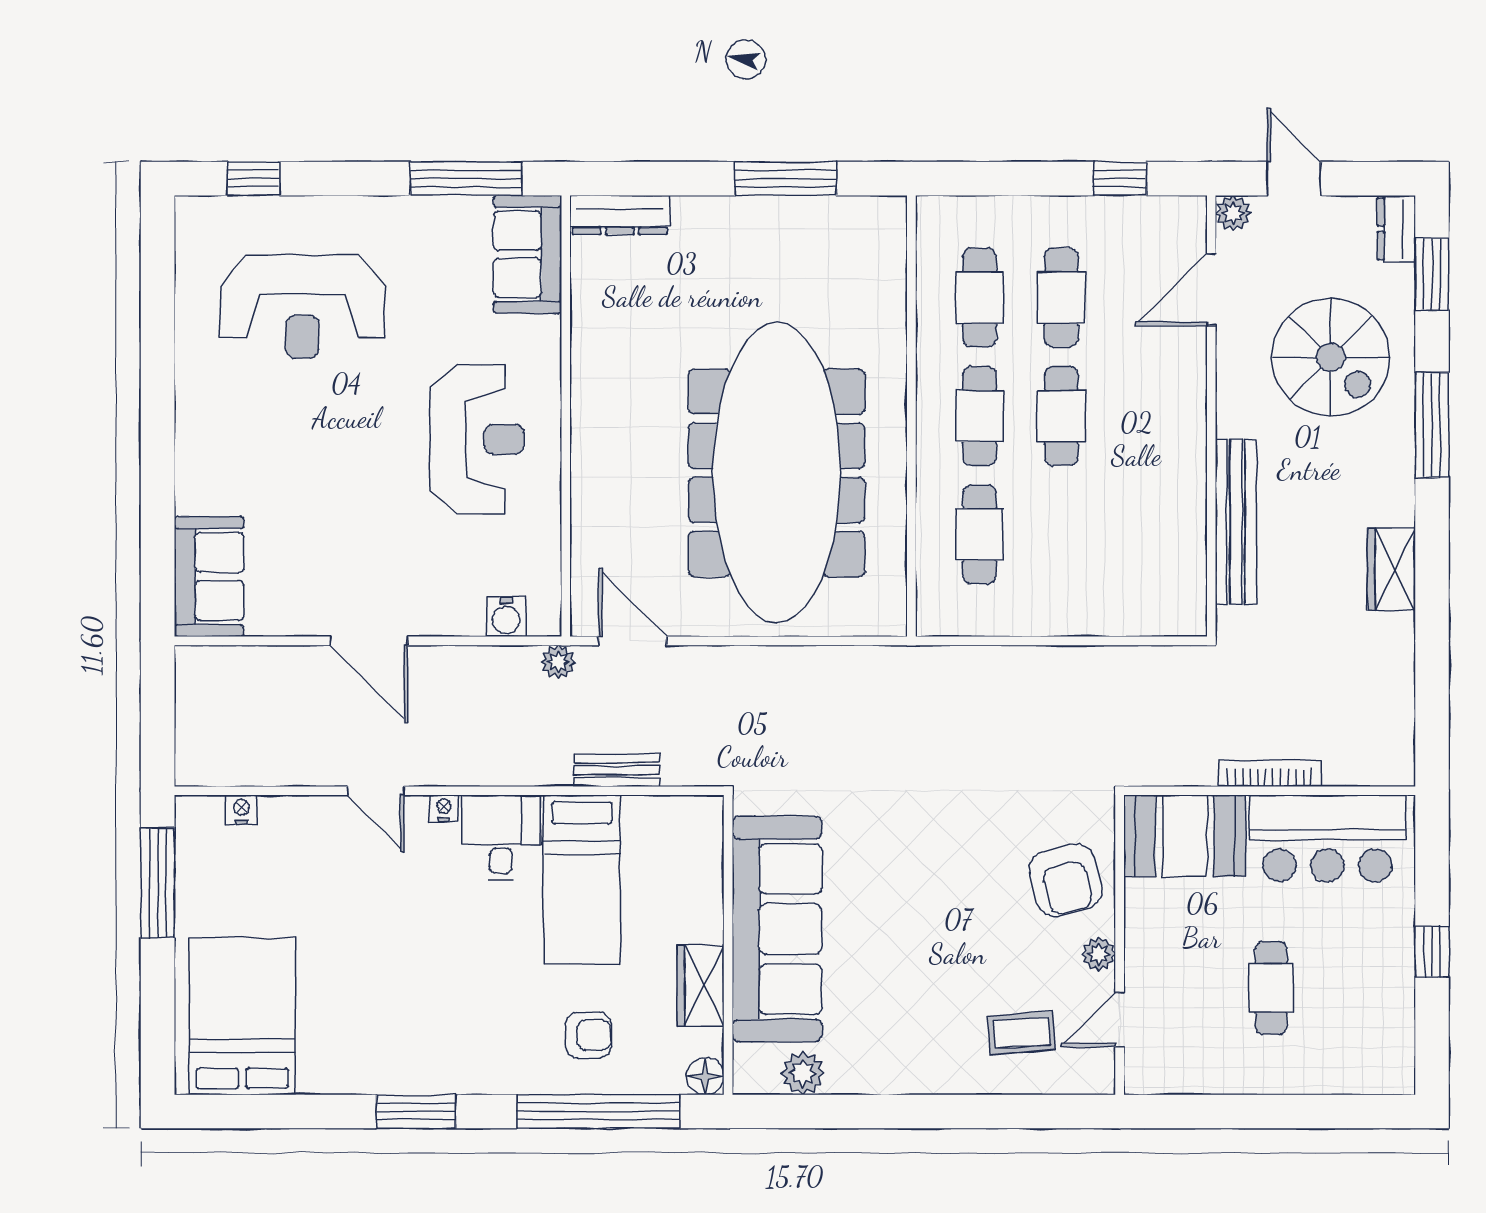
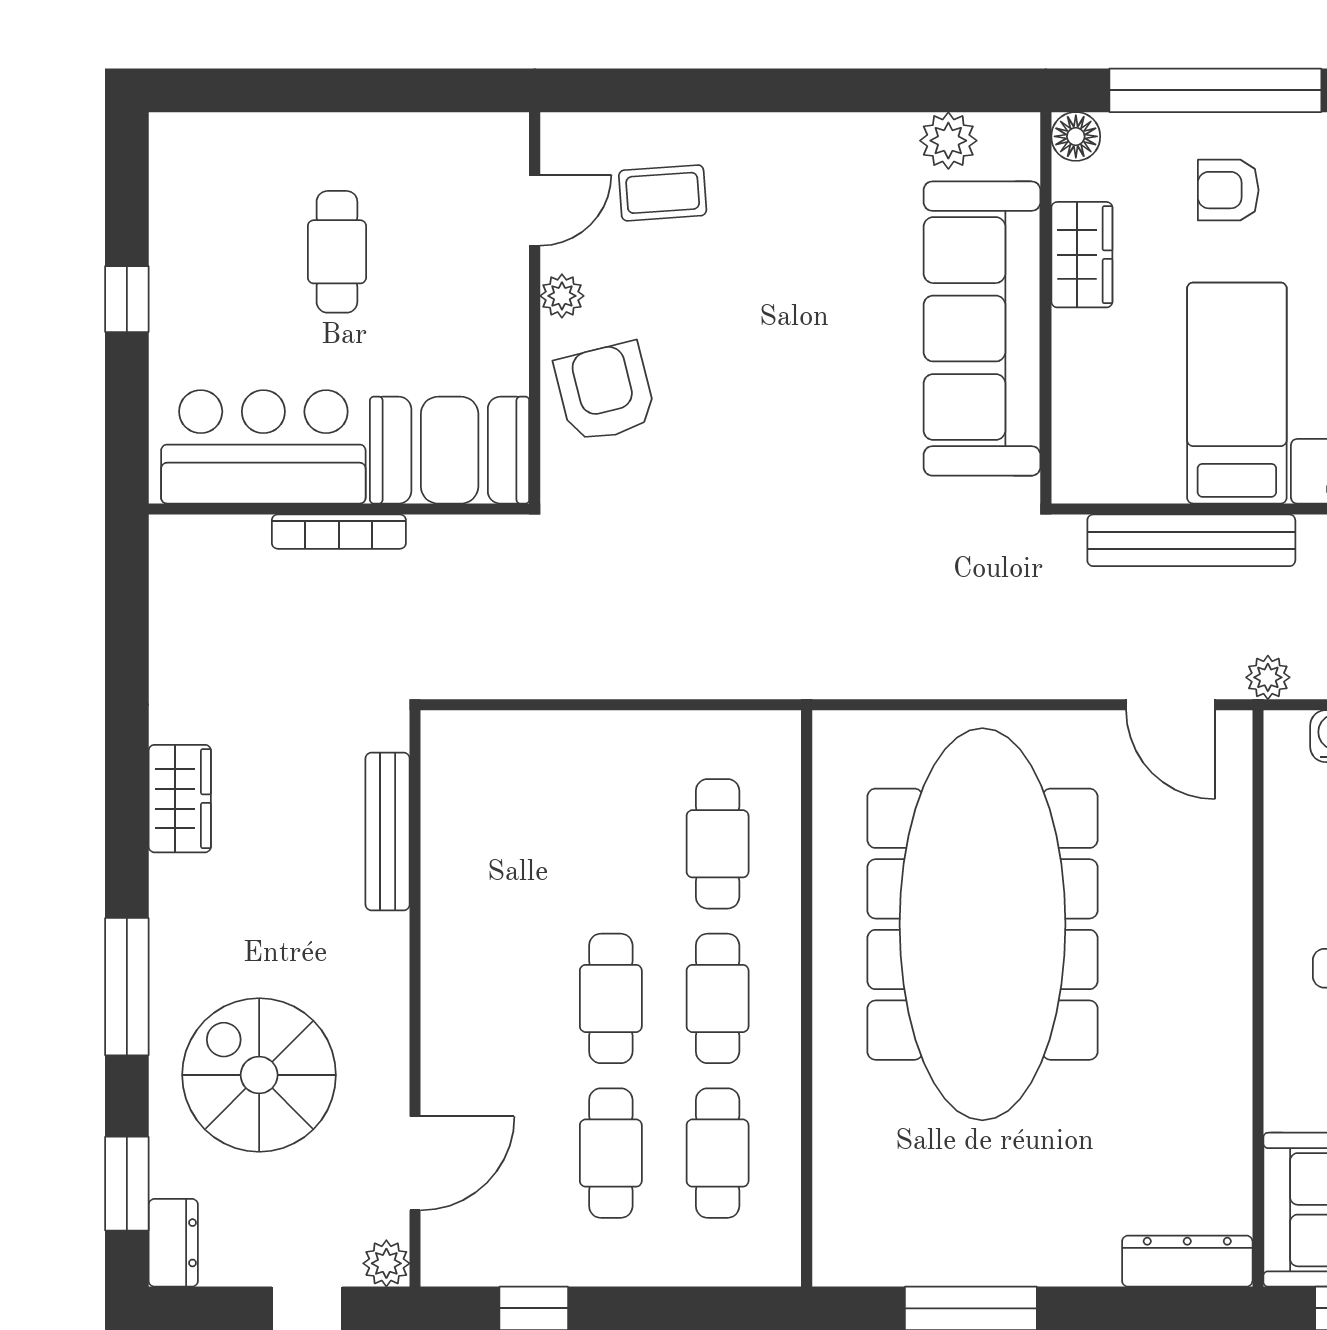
bench: (1236, 522) -> (388, 831), width x0.73, depth x0.82
bench: (617, 770) -> (1191, 540), width x1.86, depth x1.21

